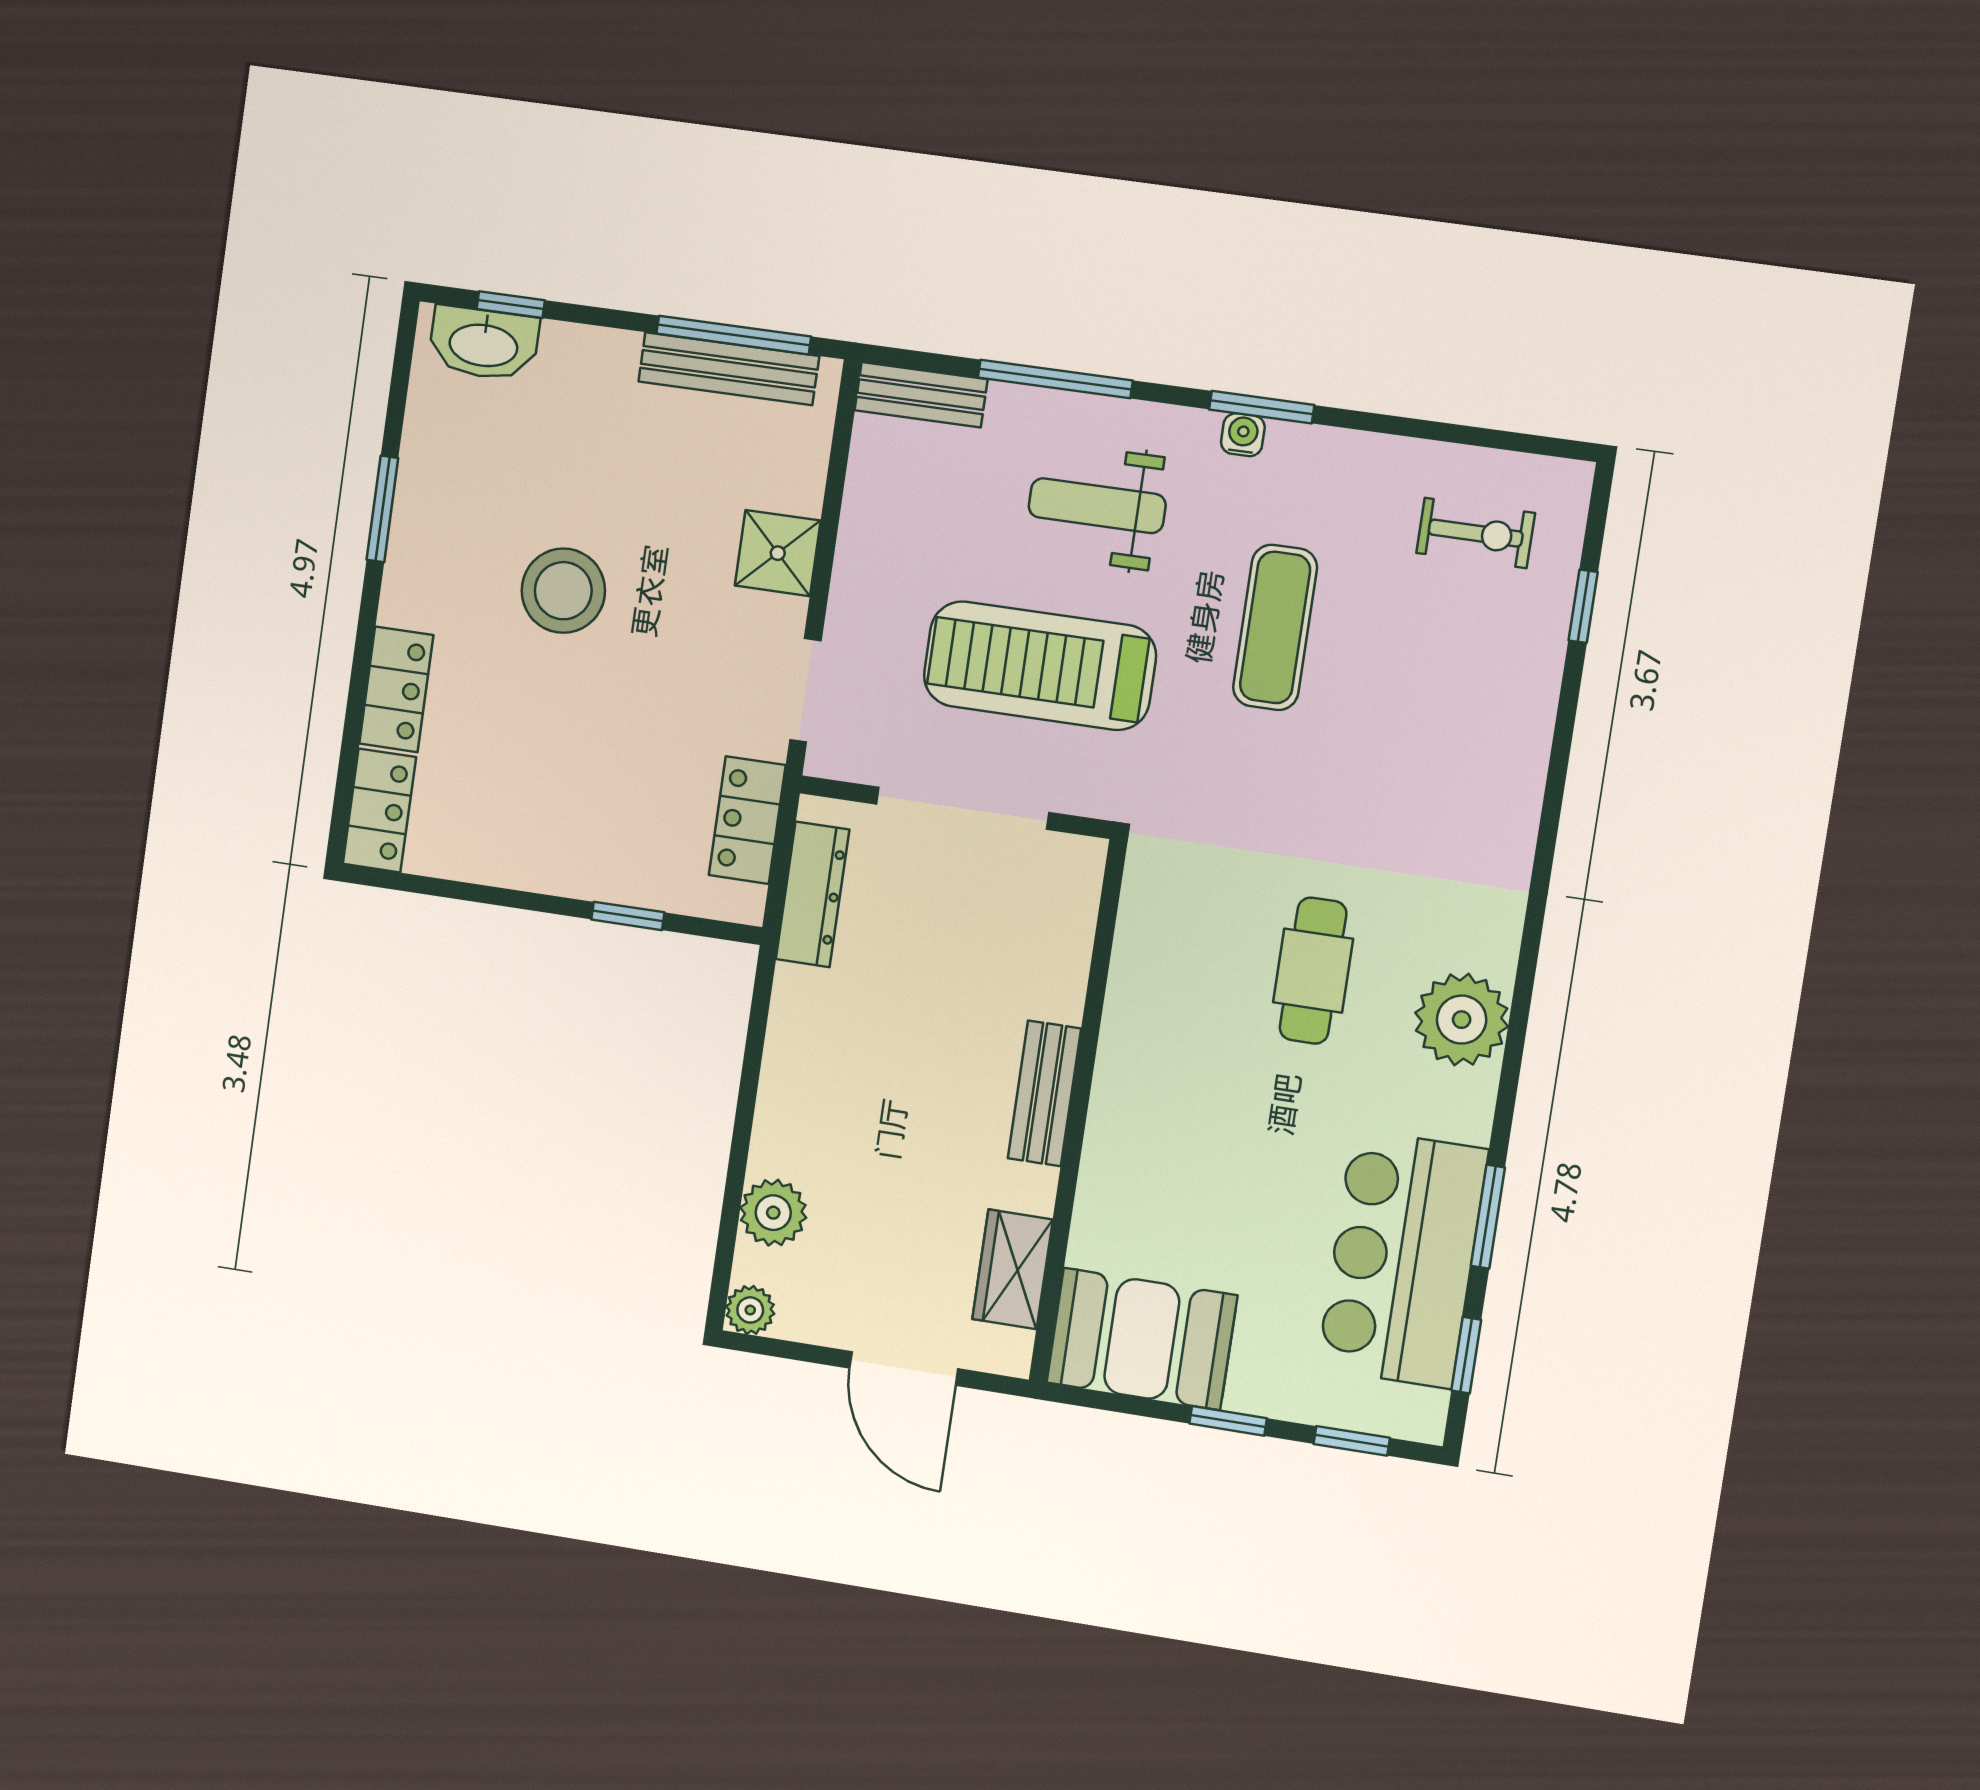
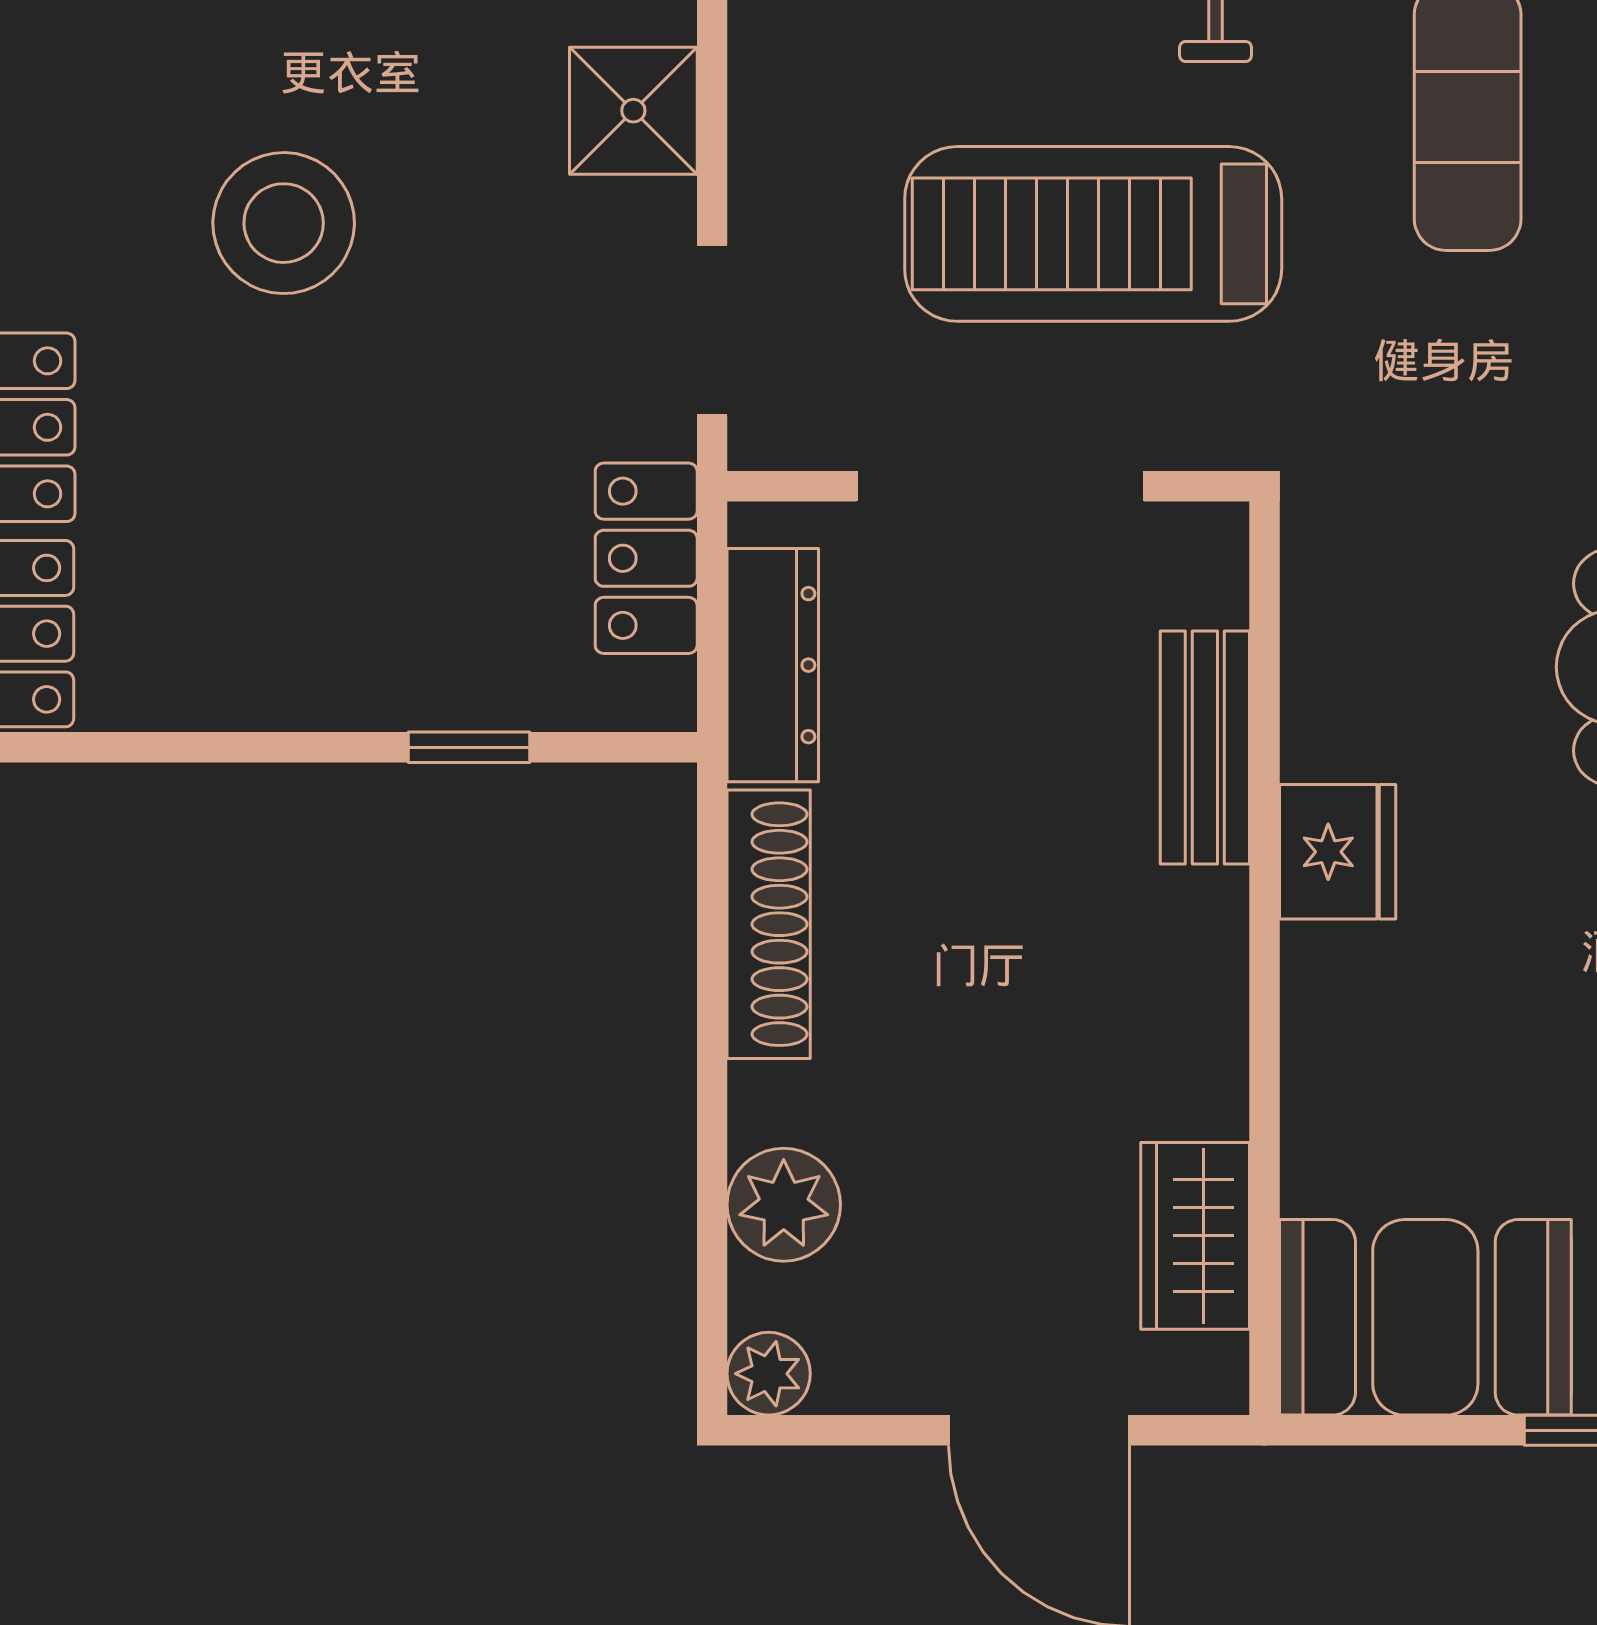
shoe rack: (788, 1047) -> (769, 924), added
fridge: (1131, 1056) -> (1338, 852), added
bench: (1044, 1093) -> (1205, 747), moved

